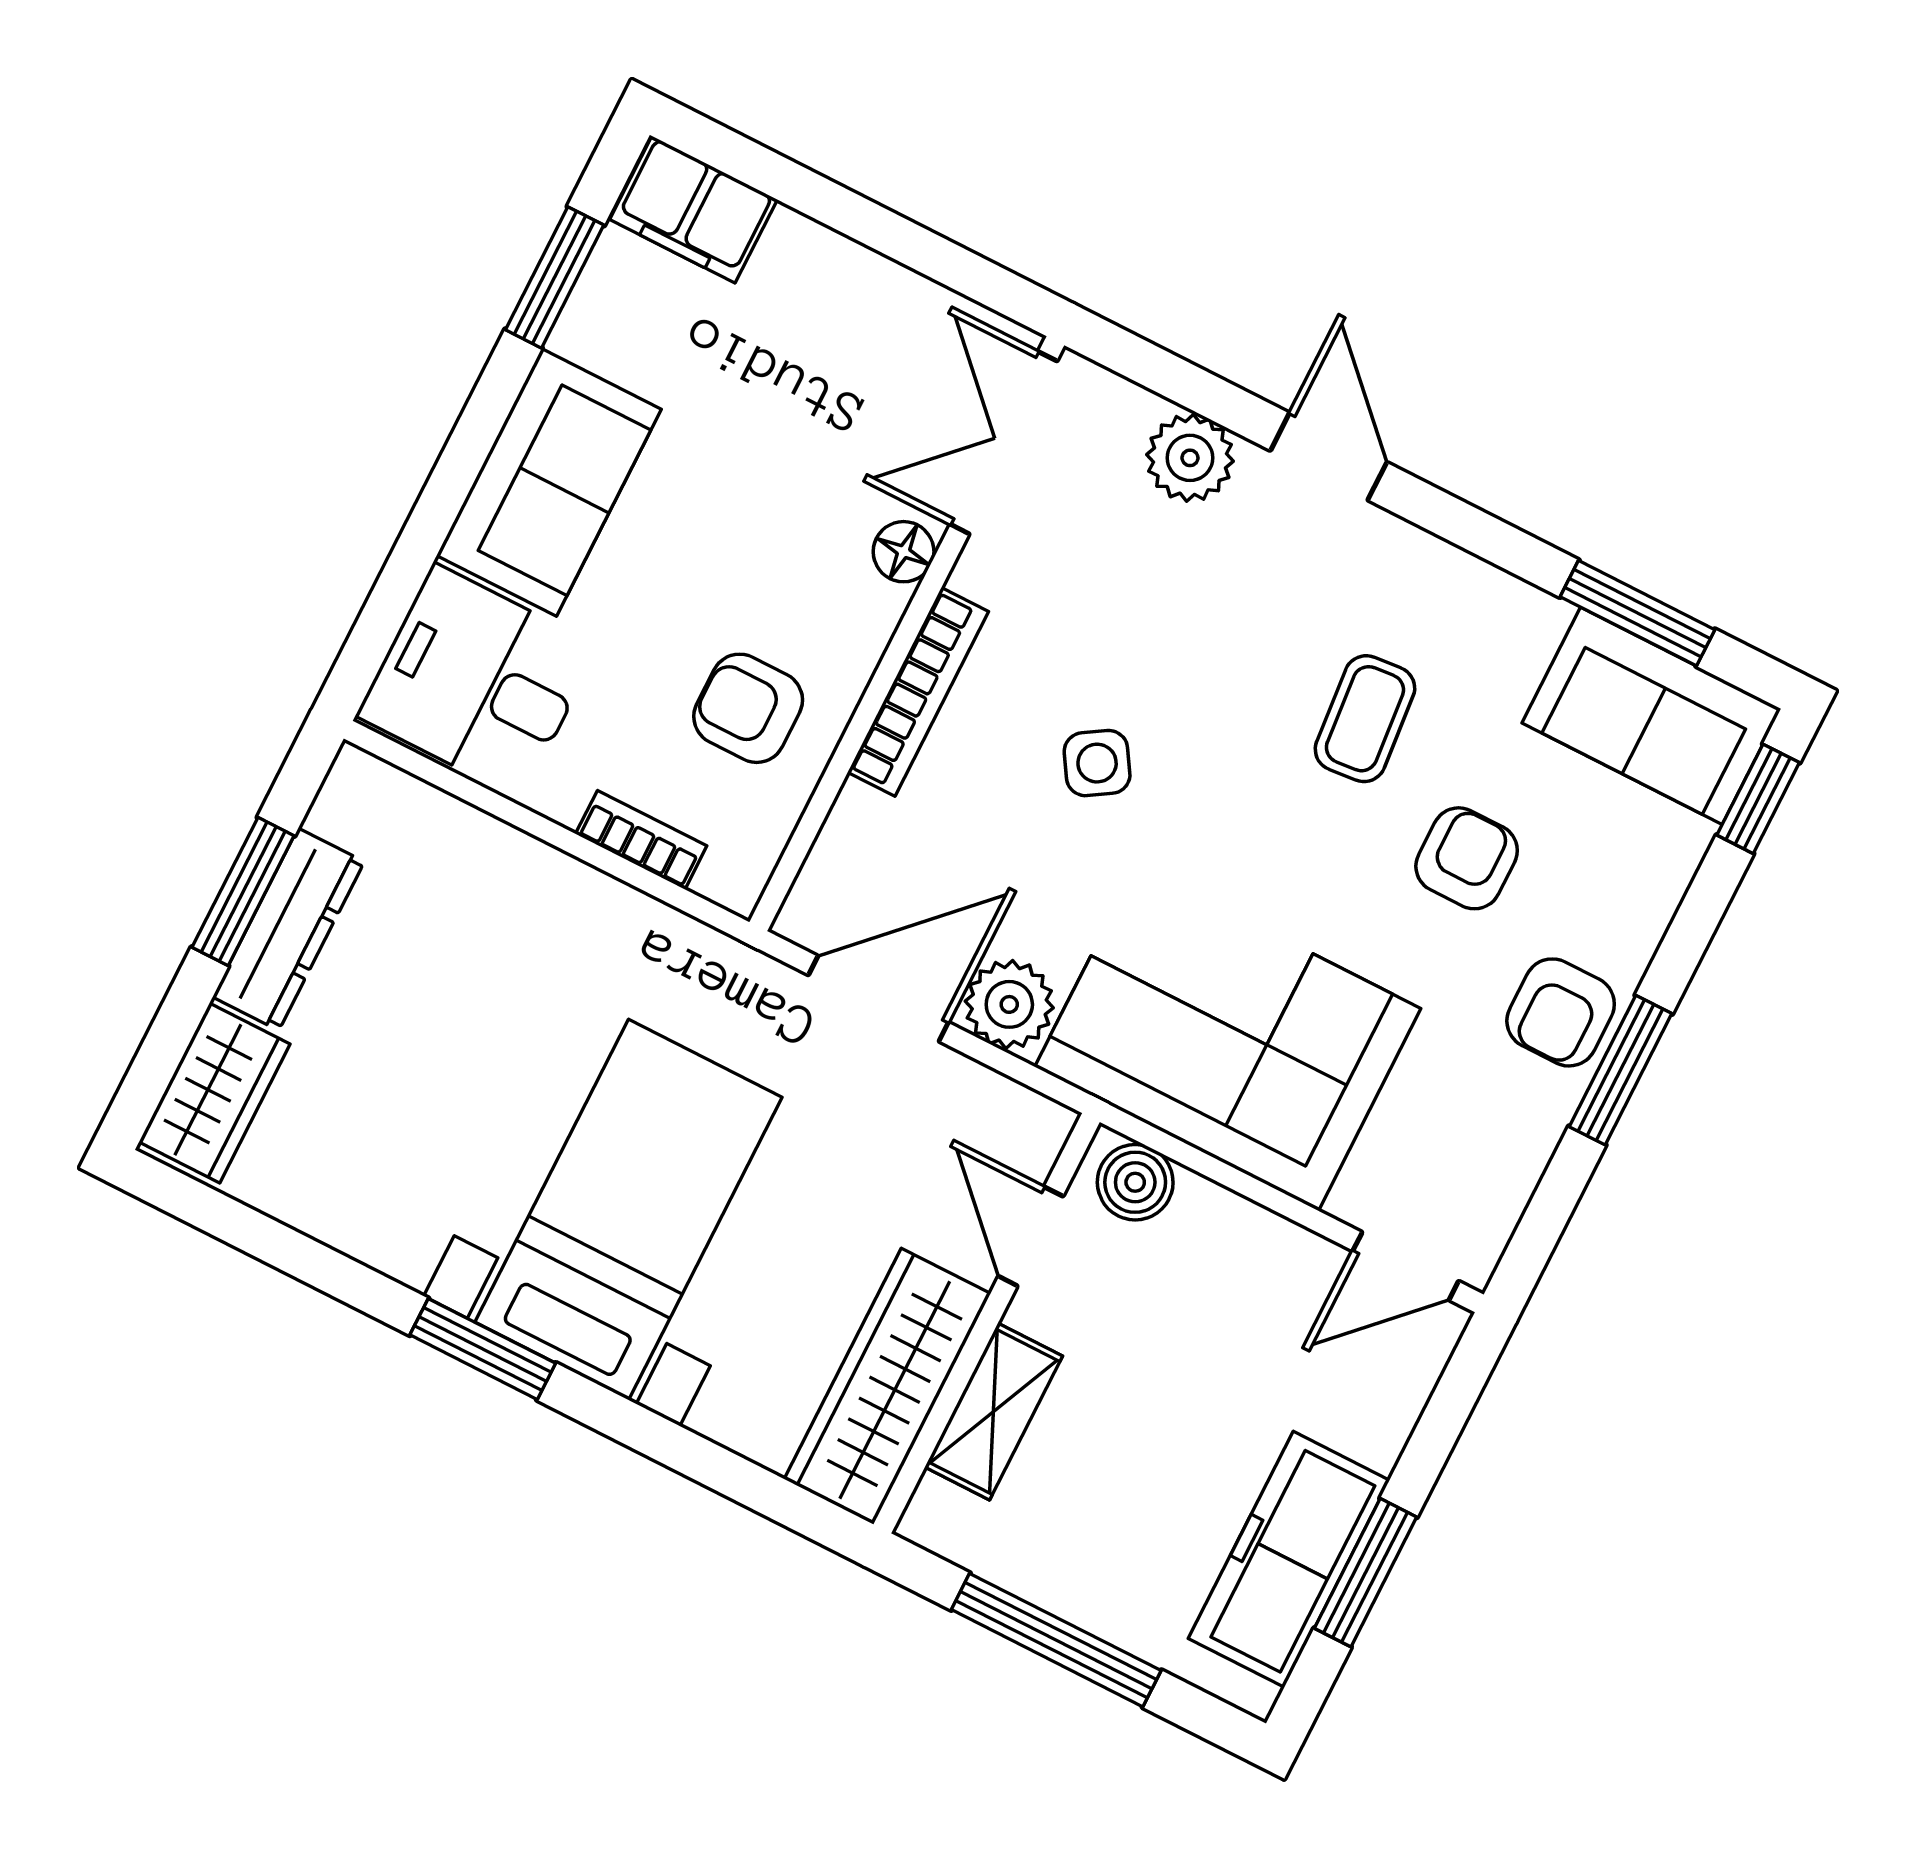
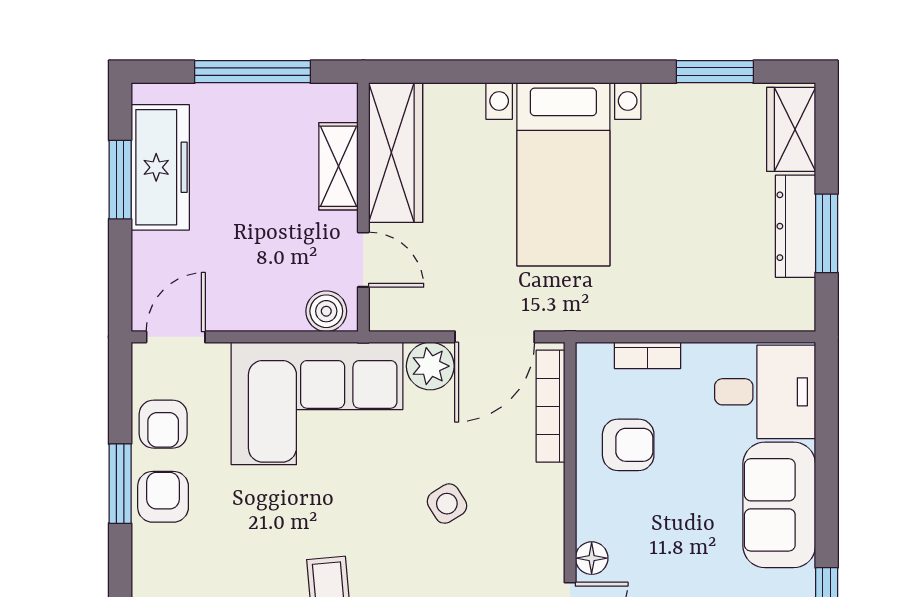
bookcase: (918, 692) -> (550, 406), moved
armchair: (1467, 858) -> (163, 424), moved
window: (483, 1349) -> (715, 72), moved

